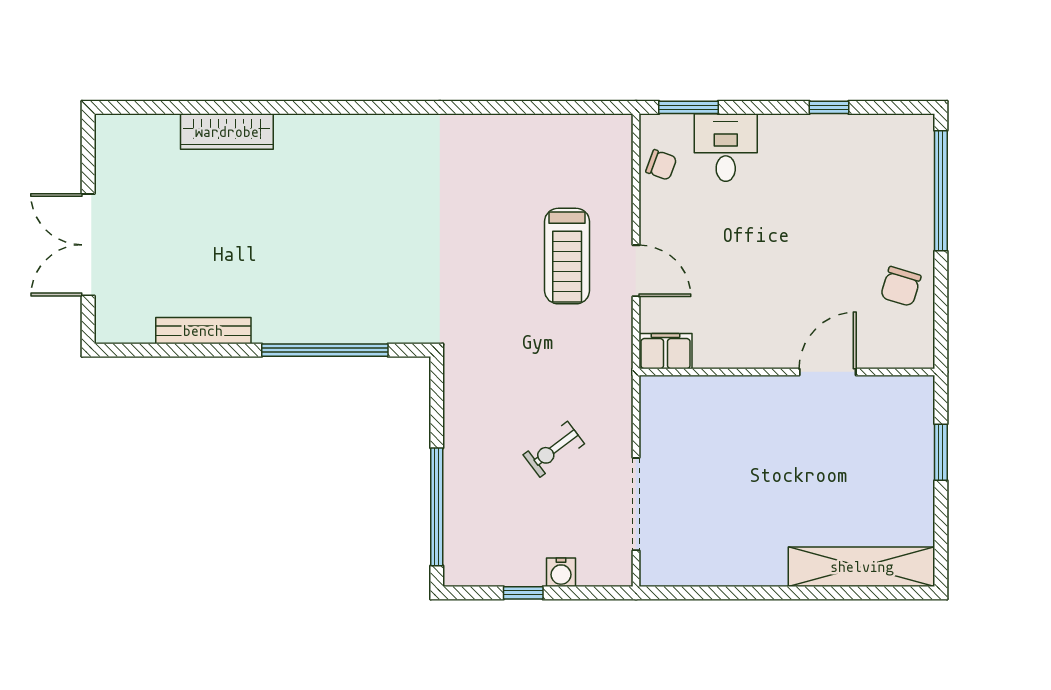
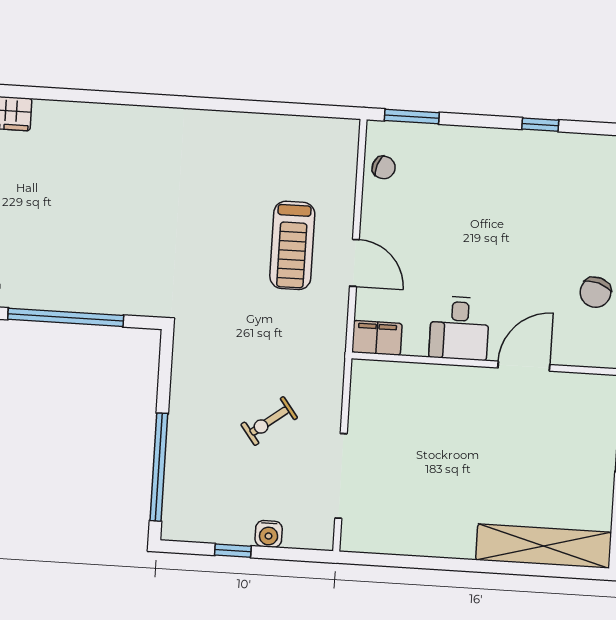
desk: (726, 148) -> (459, 328), moved, turned 180

